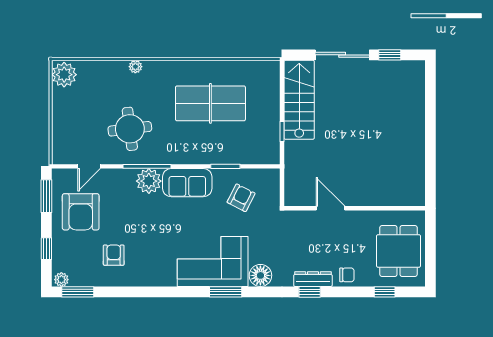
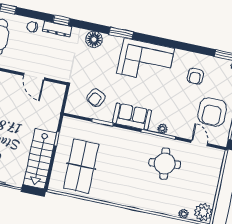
plant: (135, 67) -> (183, 214), moved
table tennis table: (210, 103) -> (81, 166), moved, turned 90
door: (89, 166) -> (199, 143), hinge flipped
plant: (149, 181) -> (162, 129), width x0.53, depth x0.53
armchair: (81, 212) -> (212, 112), turned 180
corner sofa: (213, 261) -> (146, 61), moved

